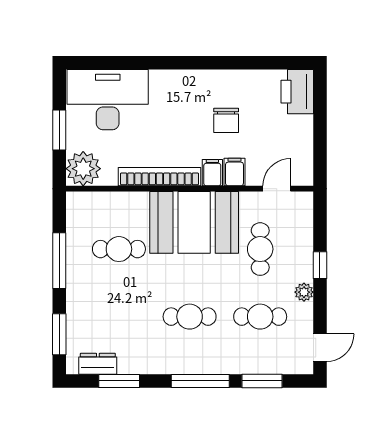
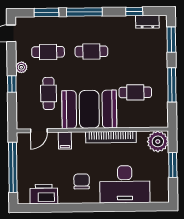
printer: (297, 92) -> (44, 194), moved, turned -90
desk: (108, 100) -> (125, 184), moved
chair: (226, 120) -> (82, 181), moved
window: (320, 129) -> (13, 167), added
filing cabinet: (212, 173) -> (79, 140), removed
window: (119, 381) -> (134, 11), width x0.67

